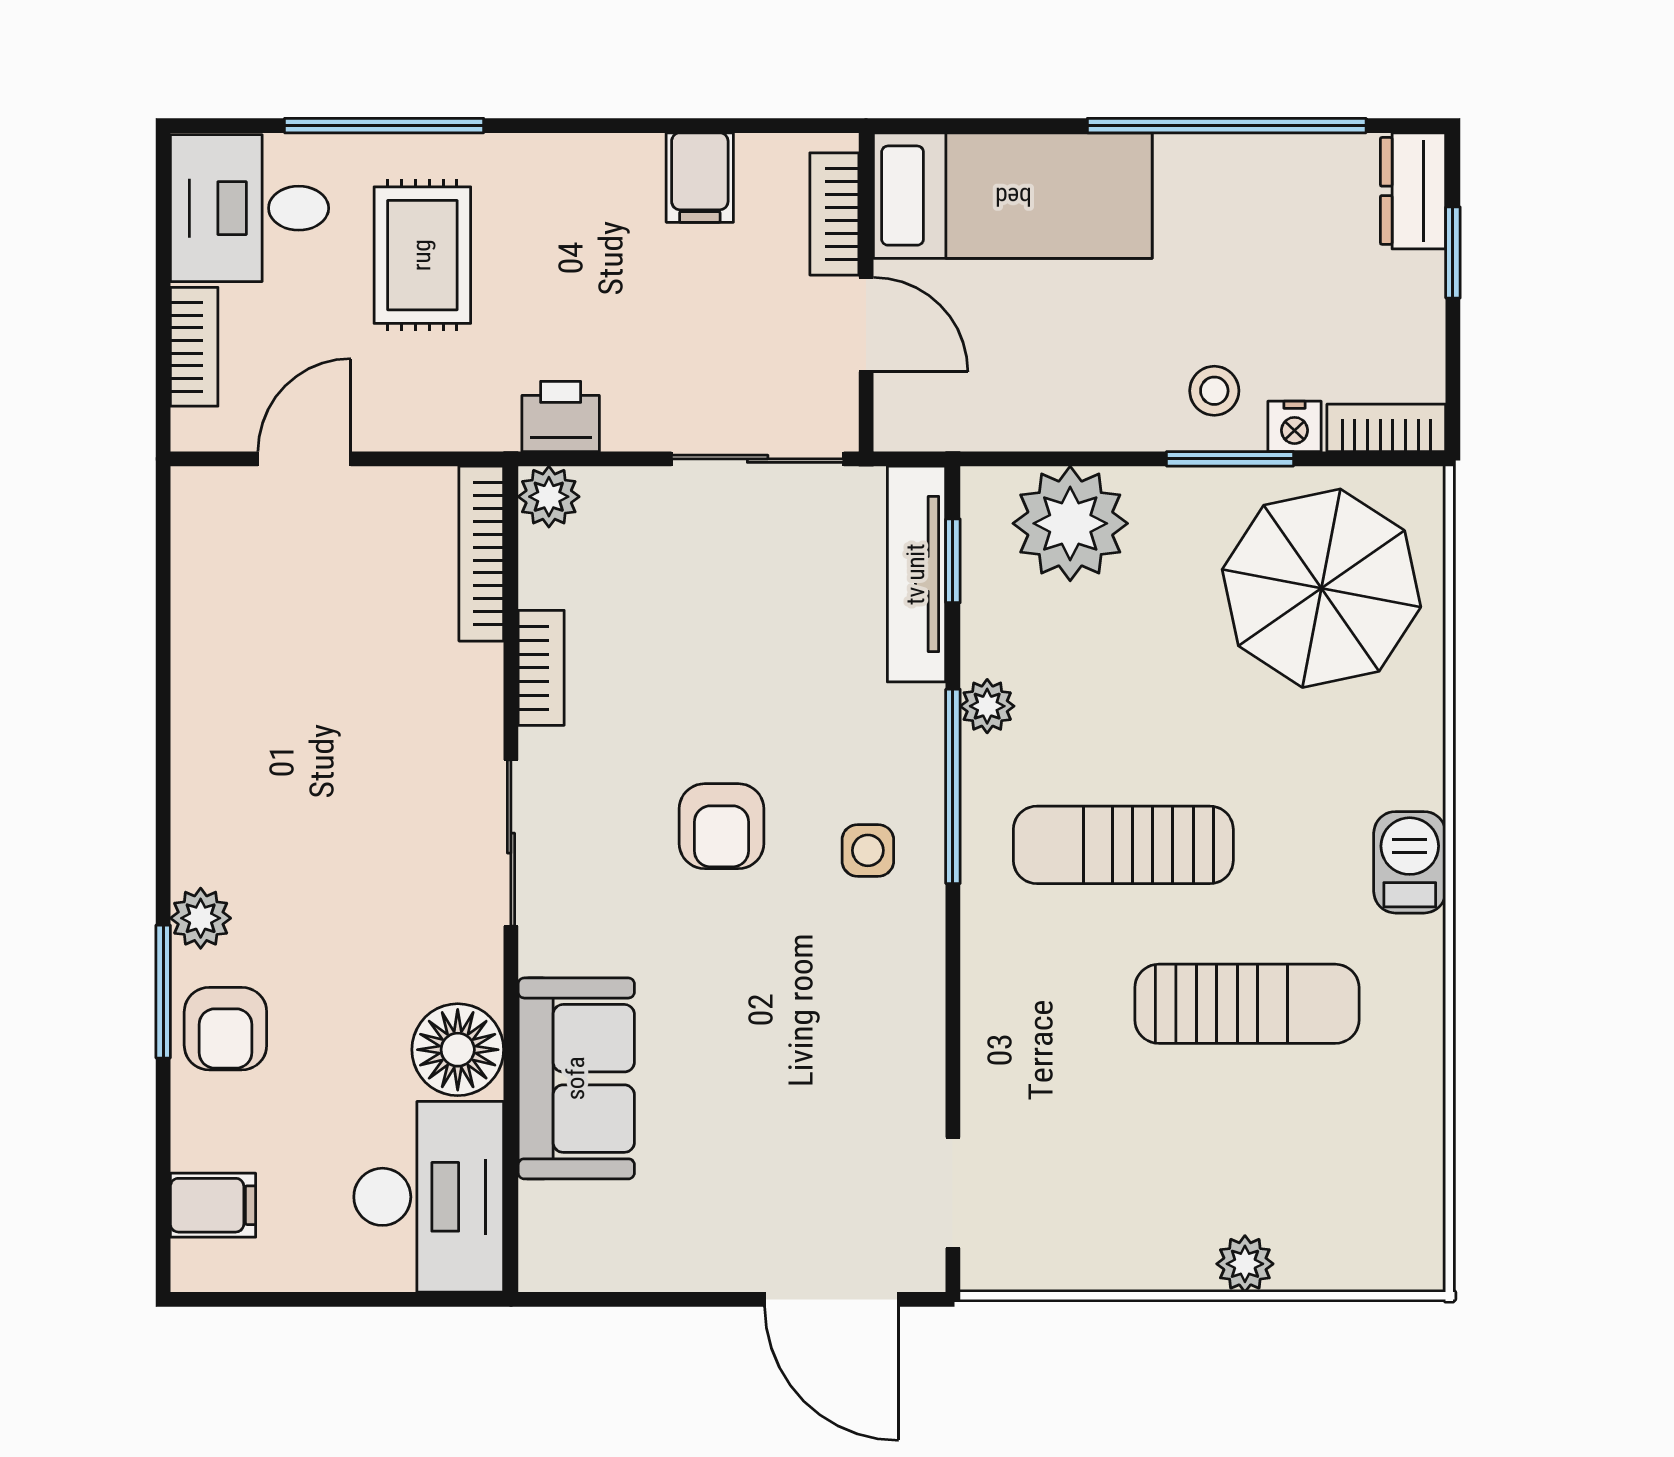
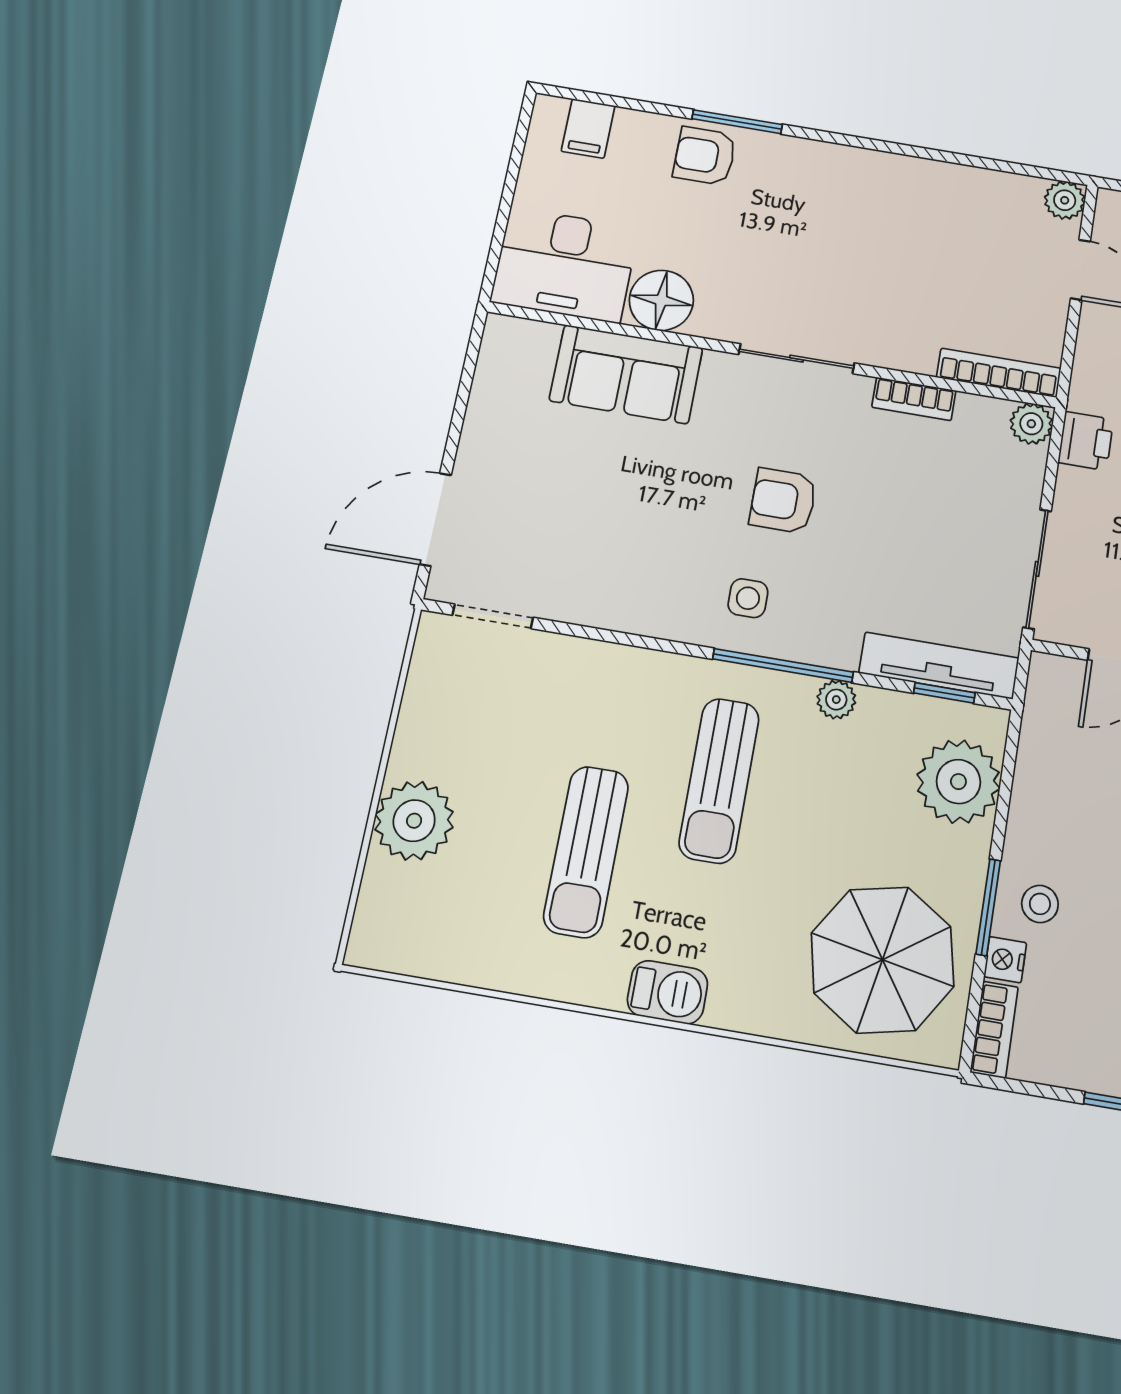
sun lounger: (1123, 845) -> (719, 781), turned 180
plant: (201, 918) -> (1065, 200), moved
plant: (1245, 1264) -> (414, 821), width x1.87, depth x1.87

